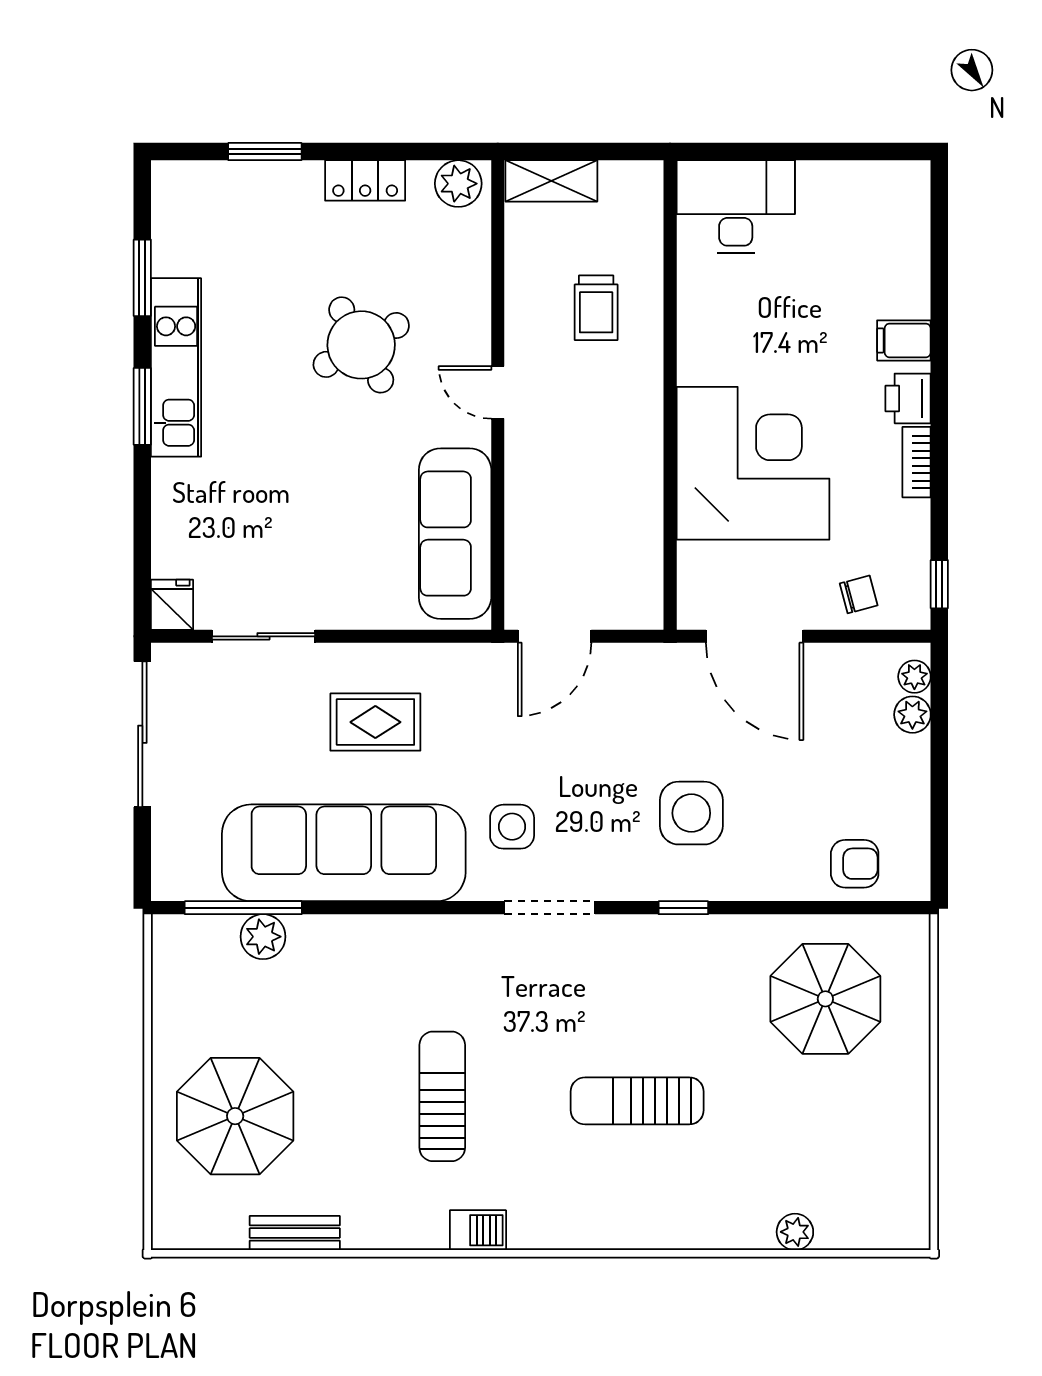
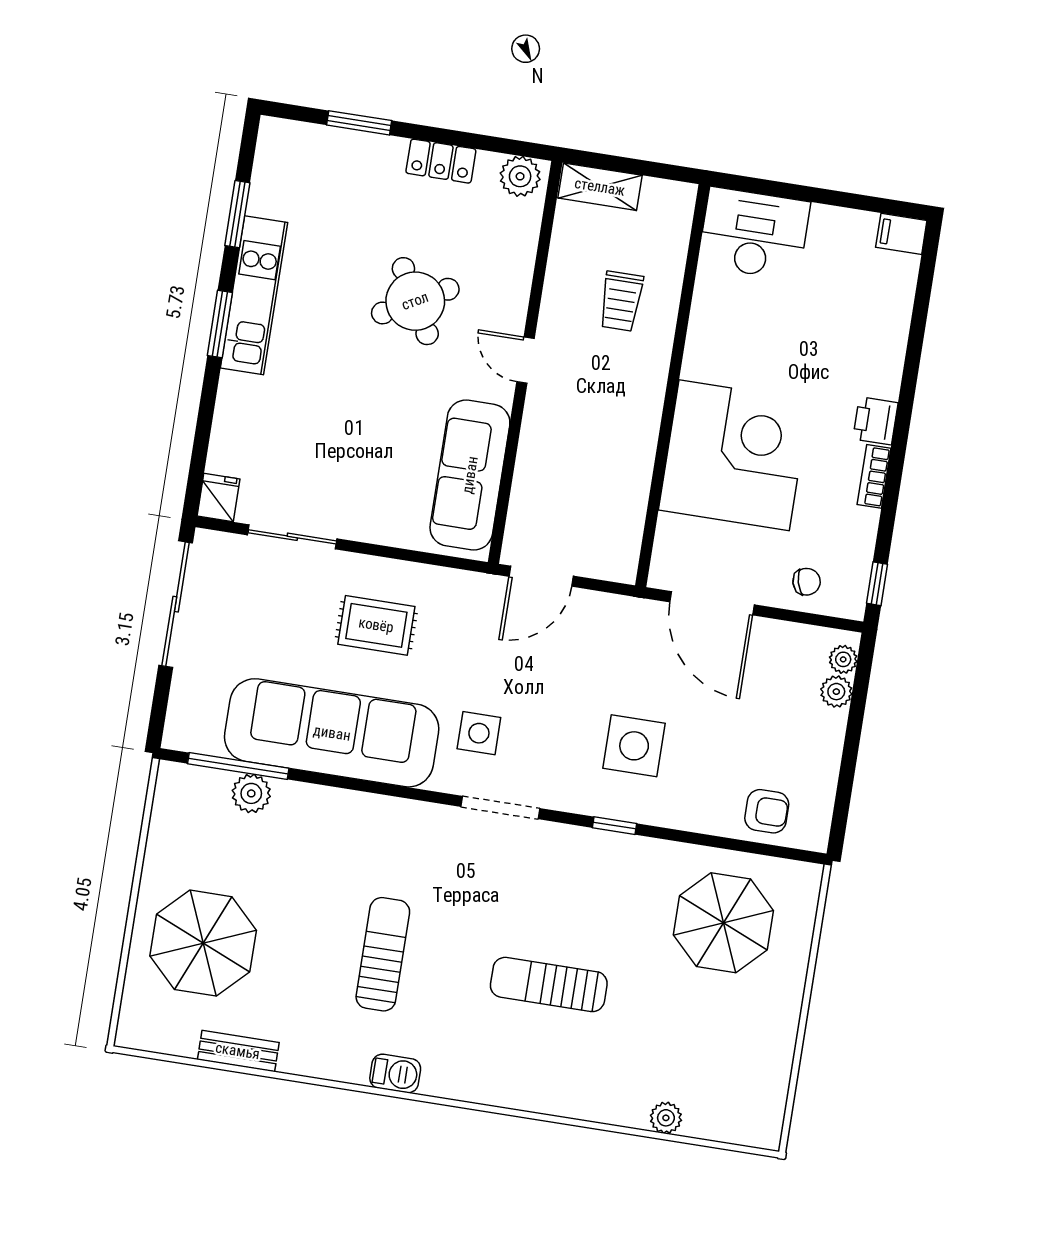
filing cabinet: (904, 340) -> (901, 234), moved

